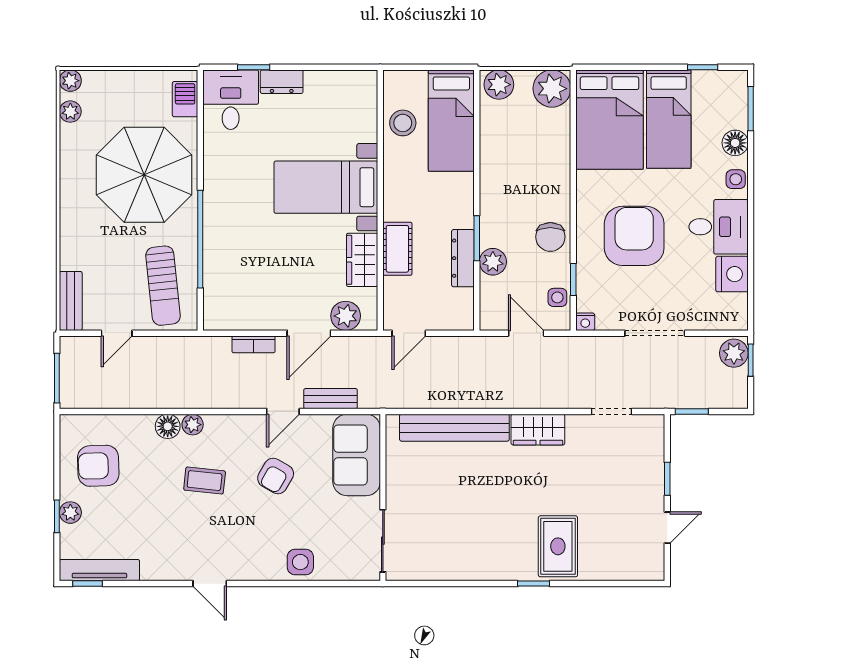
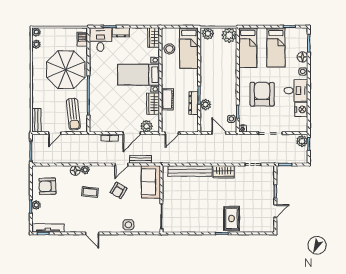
wardrobe: (363, 95) -> (154, 38), added
bed: (610, 120) -> (248, 48), width x0.67
chair: (550, 237) -> (229, 95), removed

